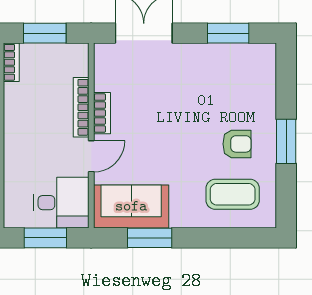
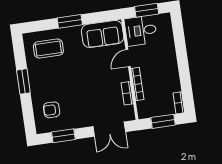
bookcase: (102, 113) -> (127, 93), moved
armchair: (237, 144) -> (52, 110), moved
window: (150, 238) -> (70, 21), moved

